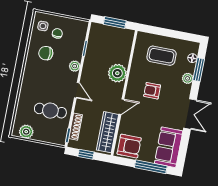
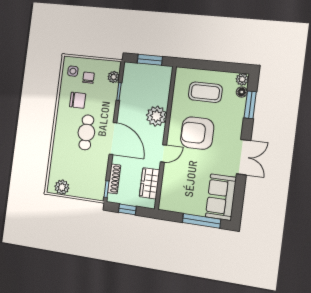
chair: (46, 53) -> (78, 100), turned 180
plant: (75, 66) -> (114, 77), moved
plant: (188, 78) -> (242, 79), moved
door: (77, 90) -> (113, 138), width x1.87
armchair: (152, 91) -> (197, 133), width x1.88, depth x1.88
cafe table: (50, 111) -> (86, 132), moved, turned 90
wardrobe: (108, 132) -> (150, 183), width x0.67
armchair: (129, 146) -> (175, 198), removed

